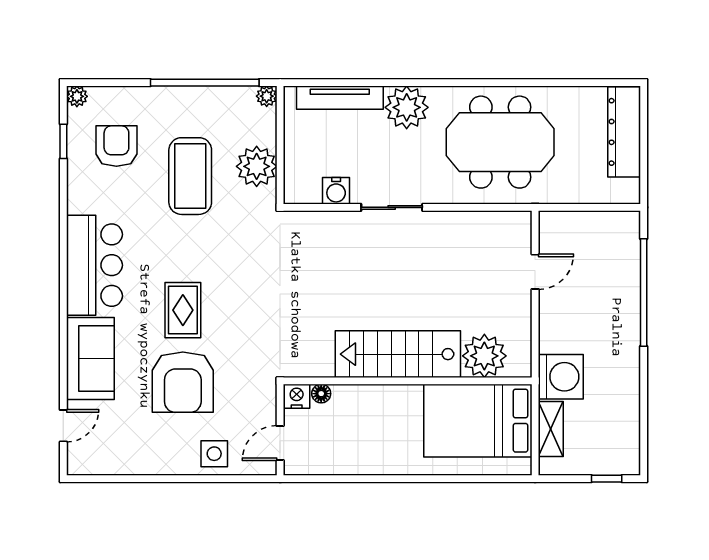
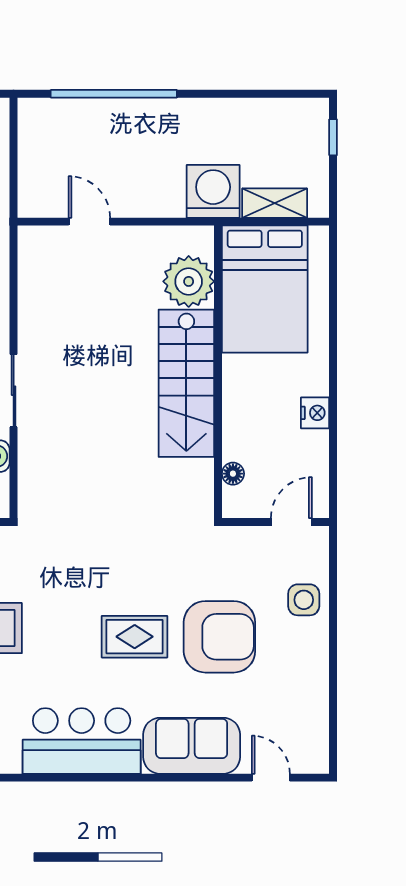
nightstand: (297, 396) -> (315, 413), moved, turned 180
door: (280, 443) -> (291, 522), swing flipped

